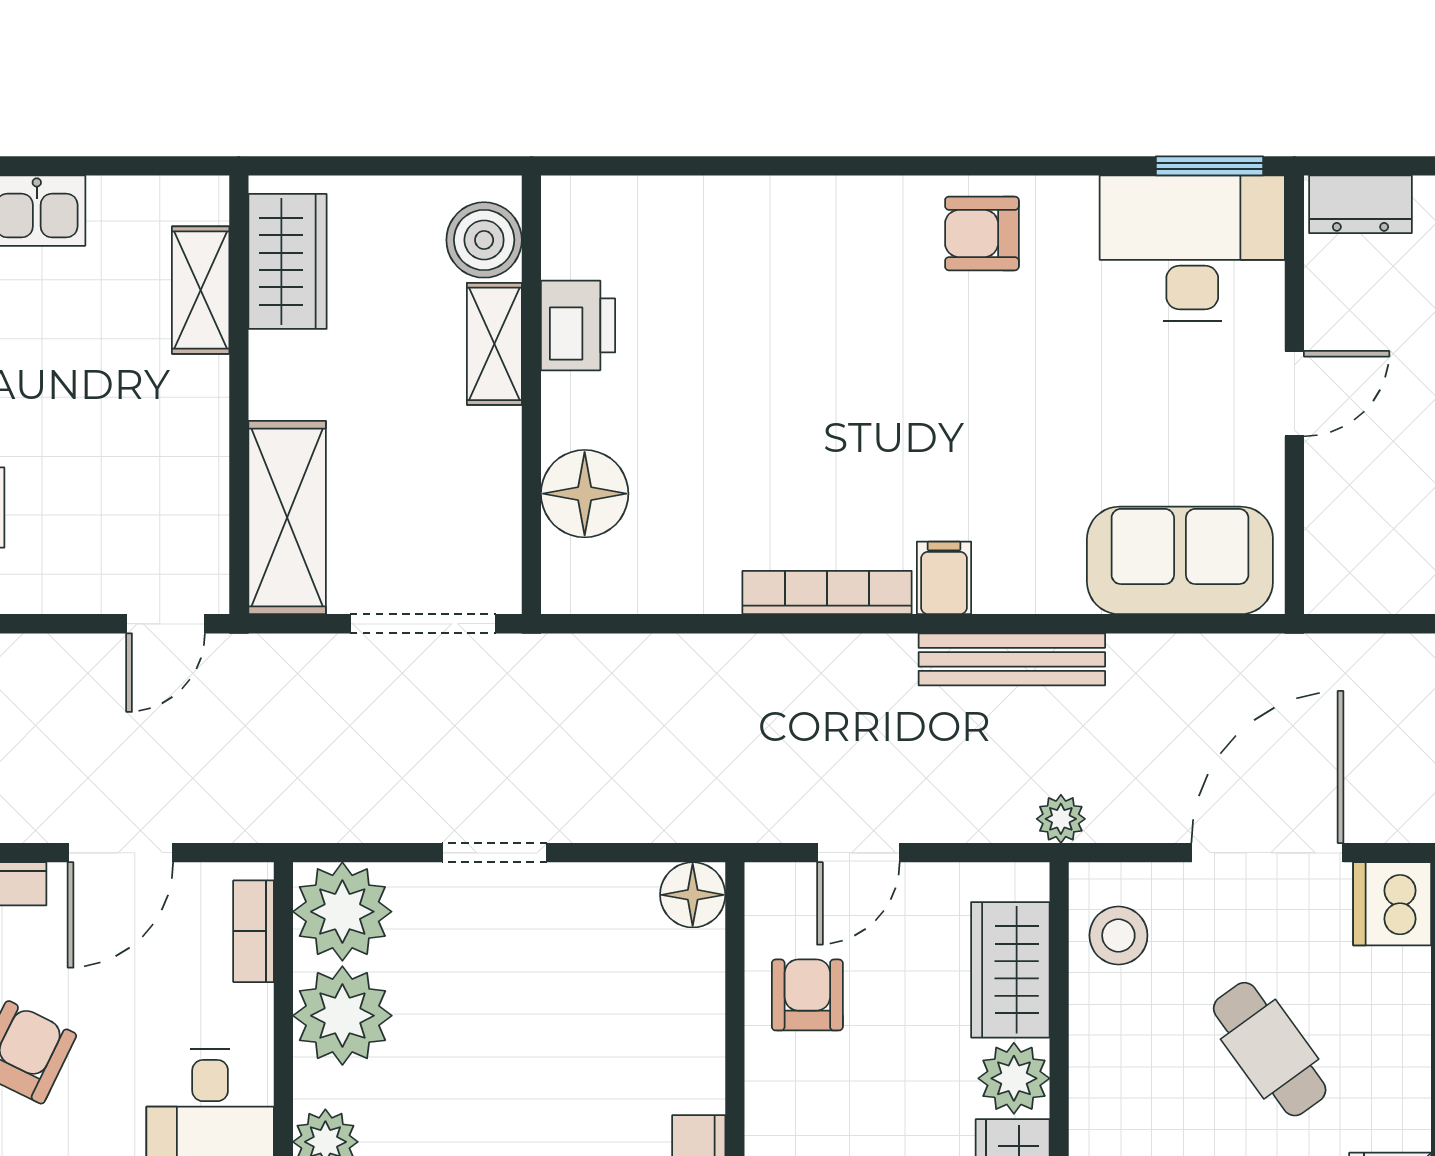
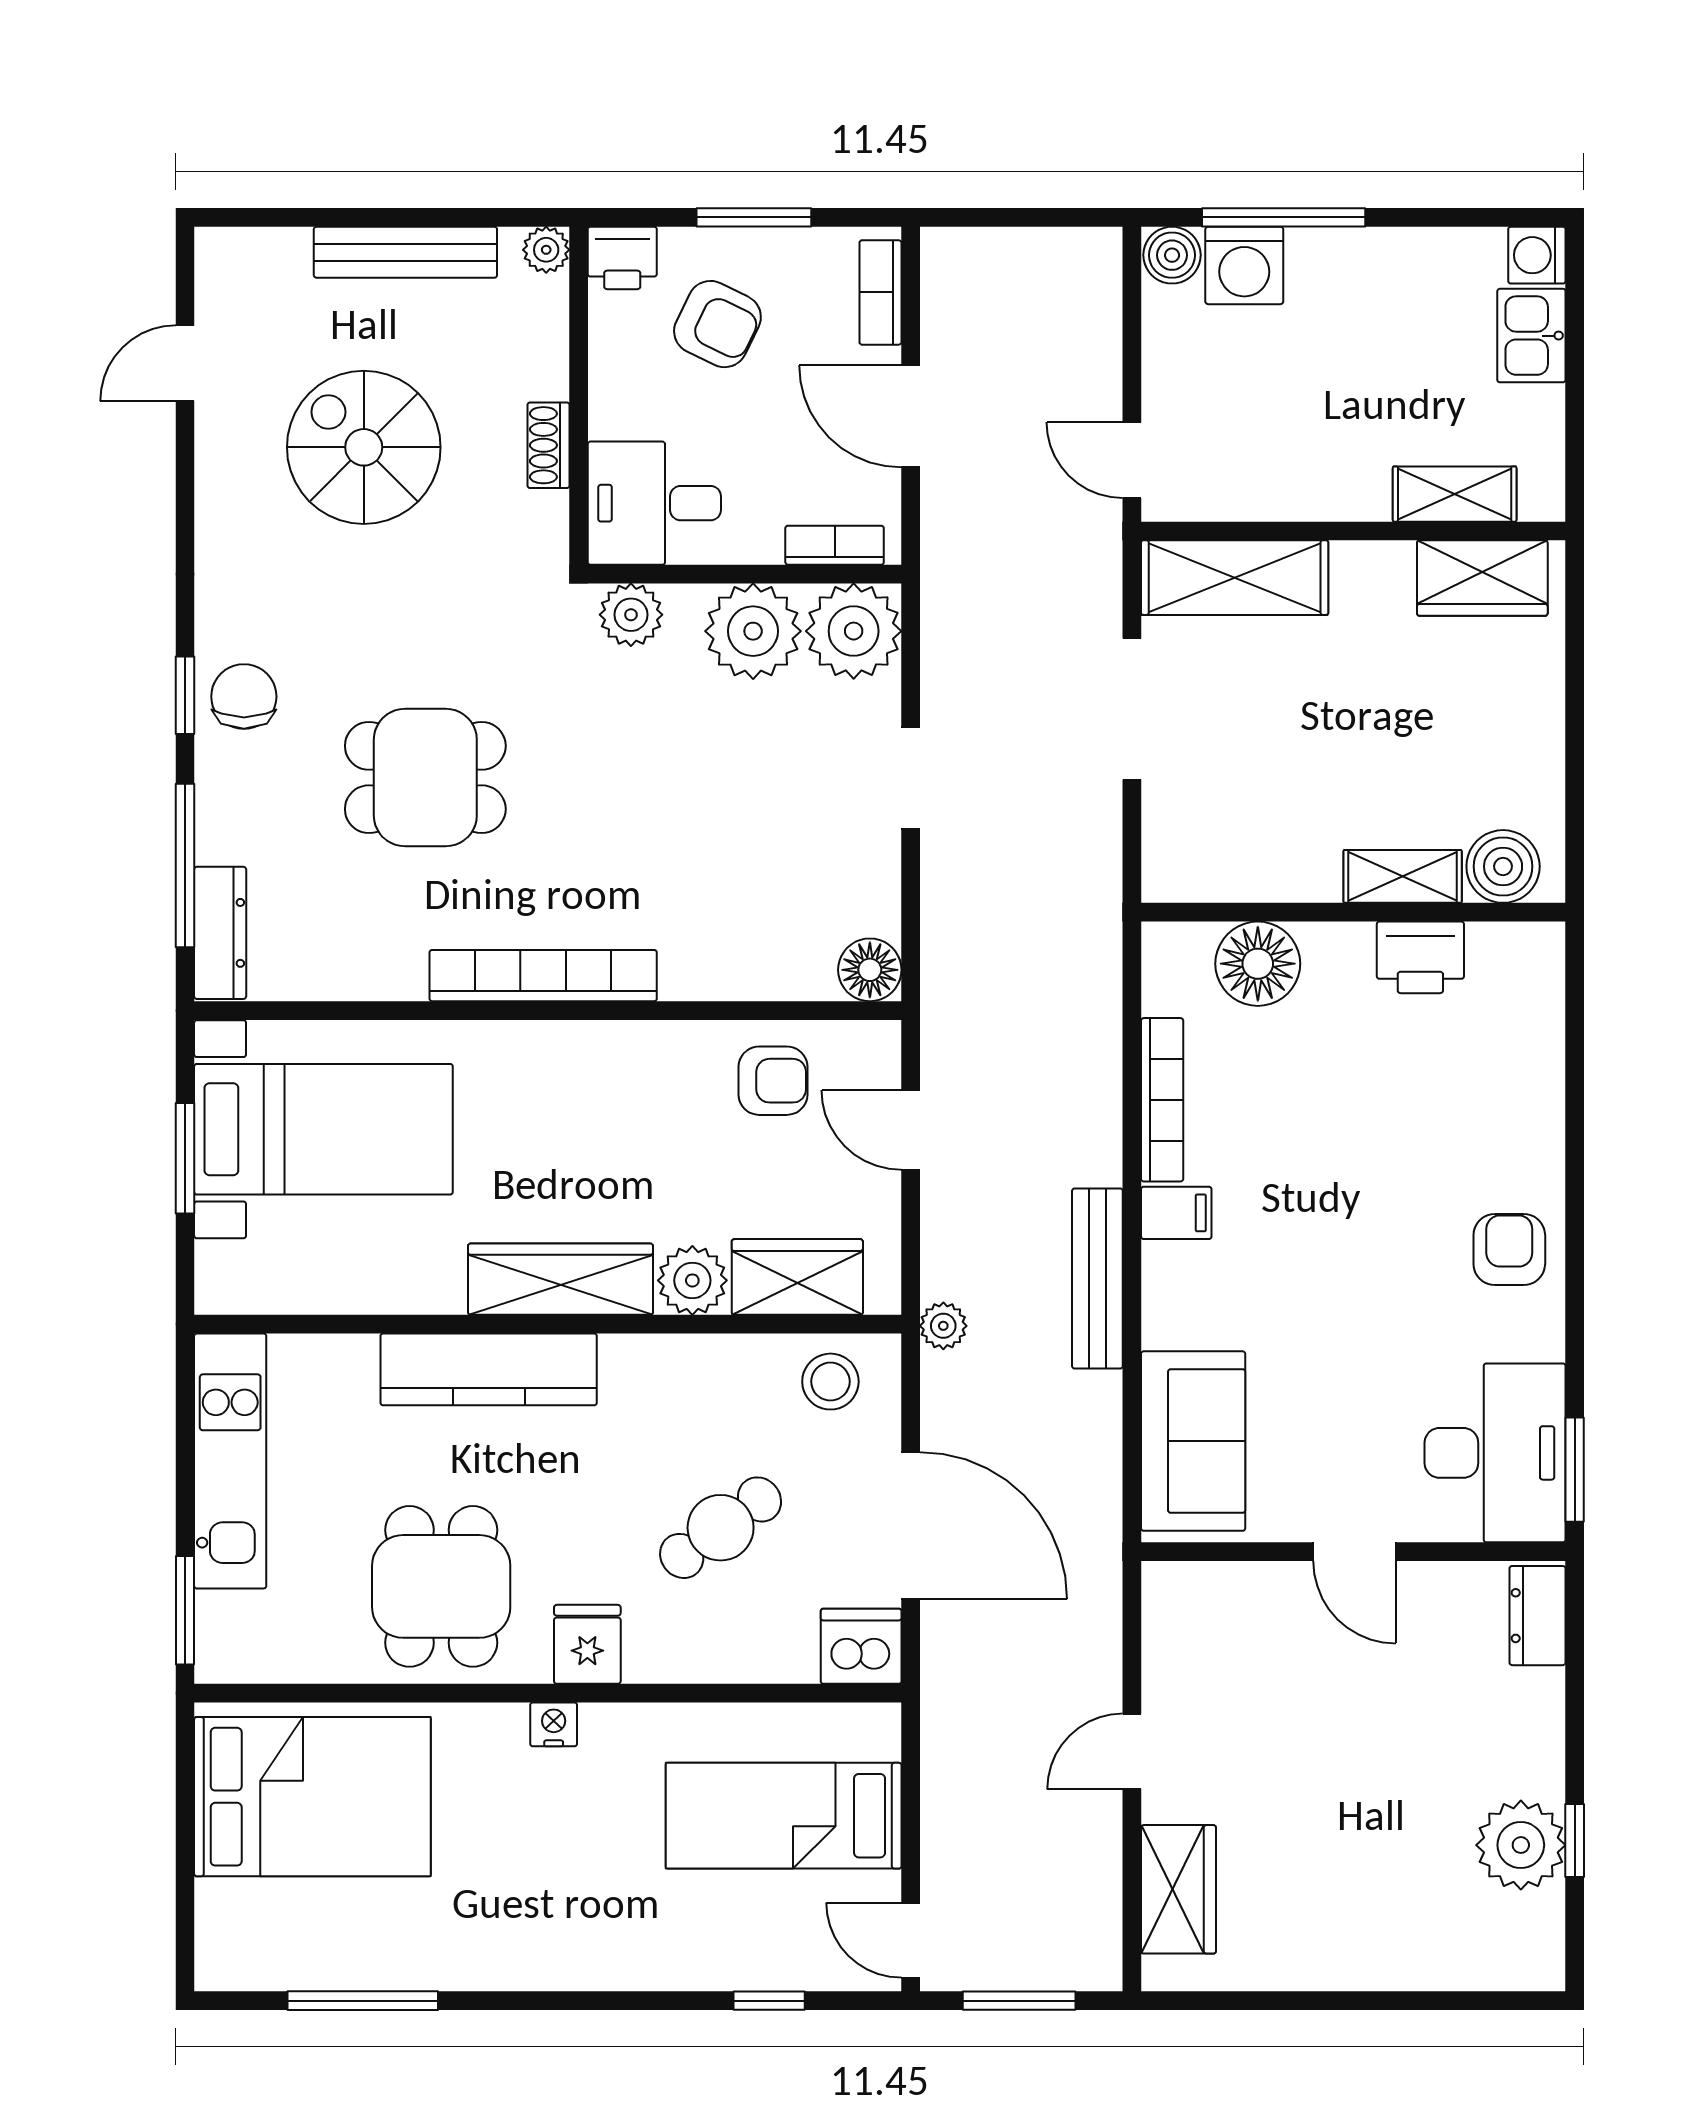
boiler: (484, 240) -> (1503, 866), moved
printer: (578, 325) -> (1420, 957), moved
shelving: (494, 344) -> (1403, 876), moved
wall: (531, 395) -> (1353, 912), moved
floor lamp: (585, 494) -> (1258, 964), moved

